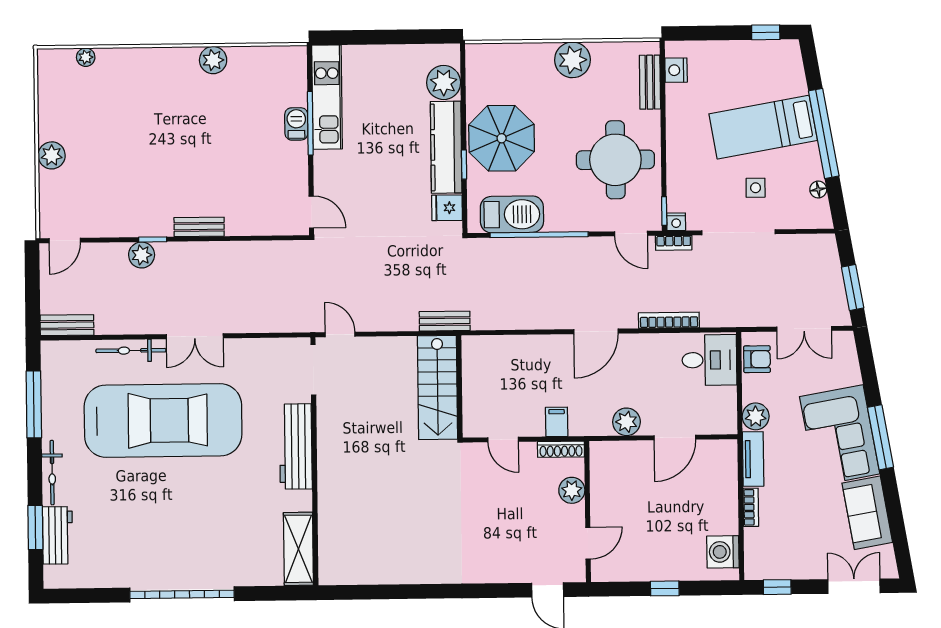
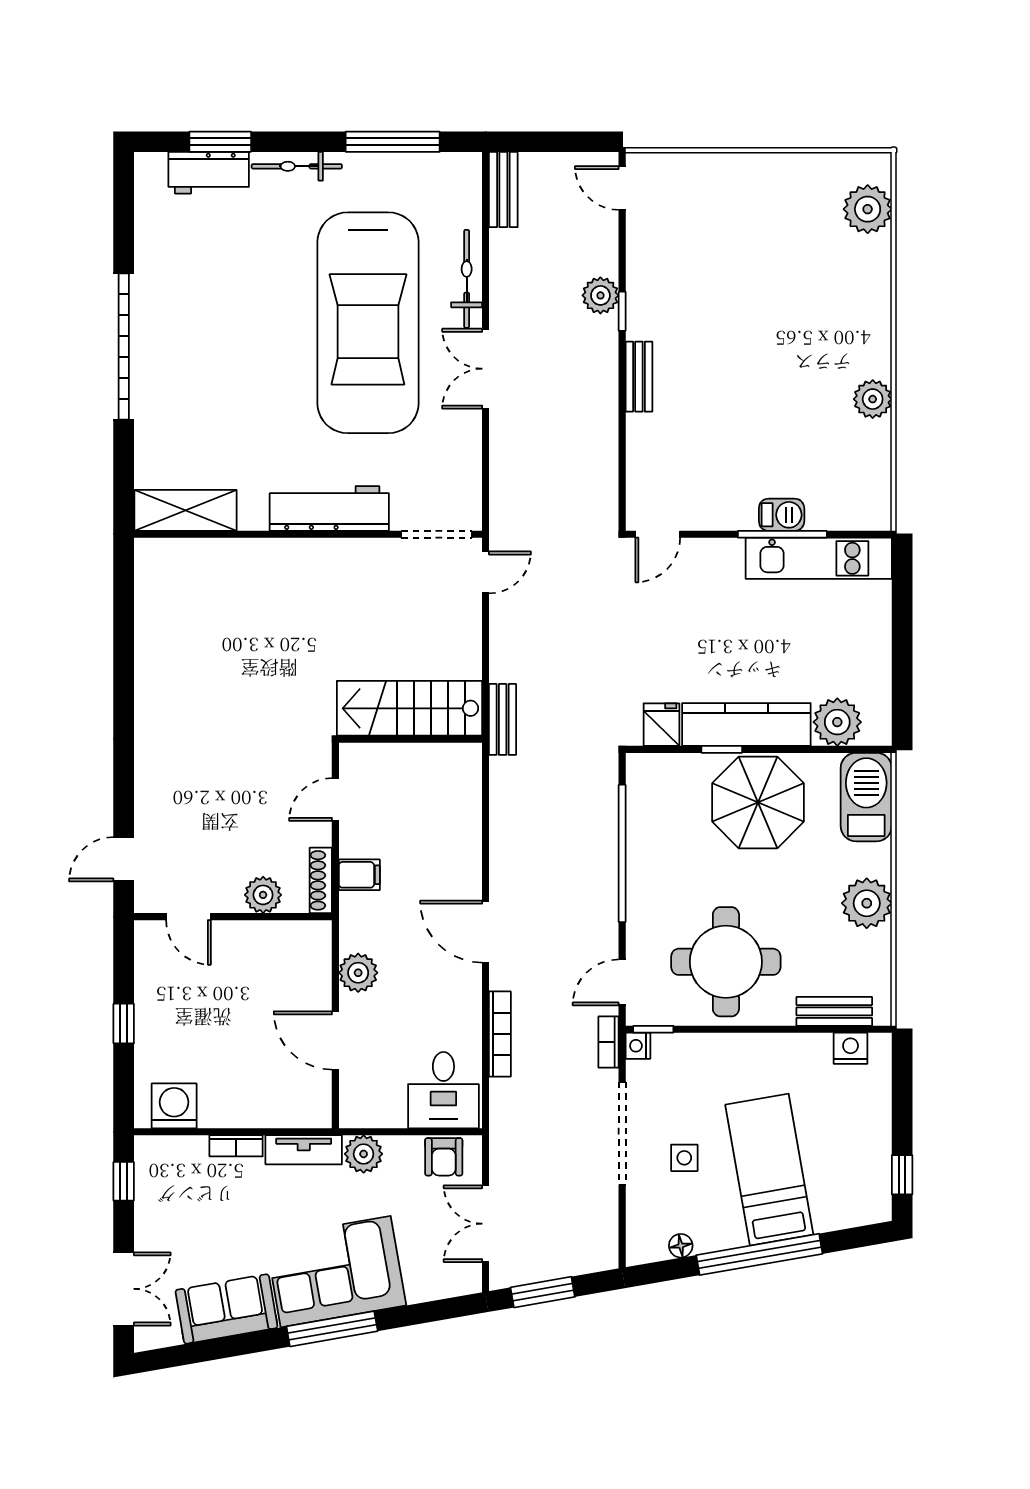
plant: (86, 57) -> (868, 209), width x1.87, depth x1.87
plant: (52, 155) -> (742, 171), removed
barbecue: (512, 214) -> (866, 797), moved, turned 180

